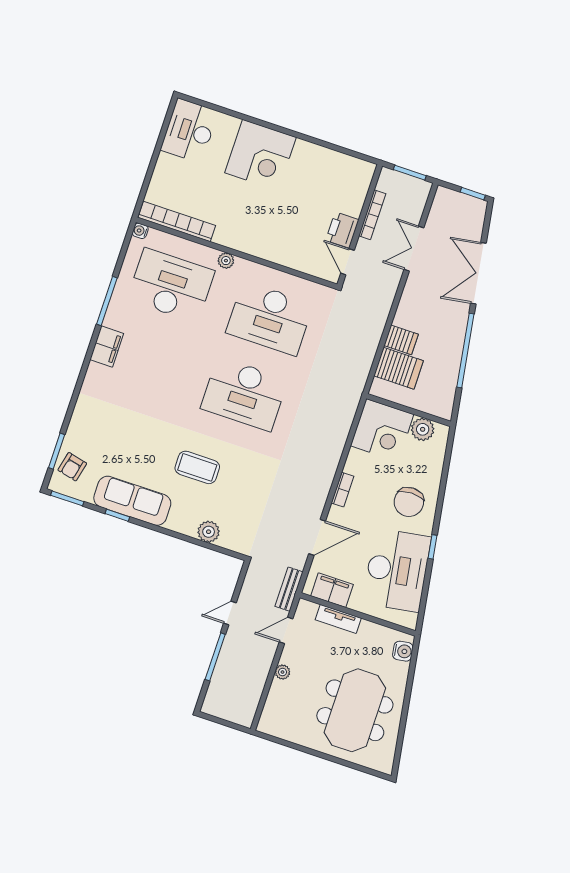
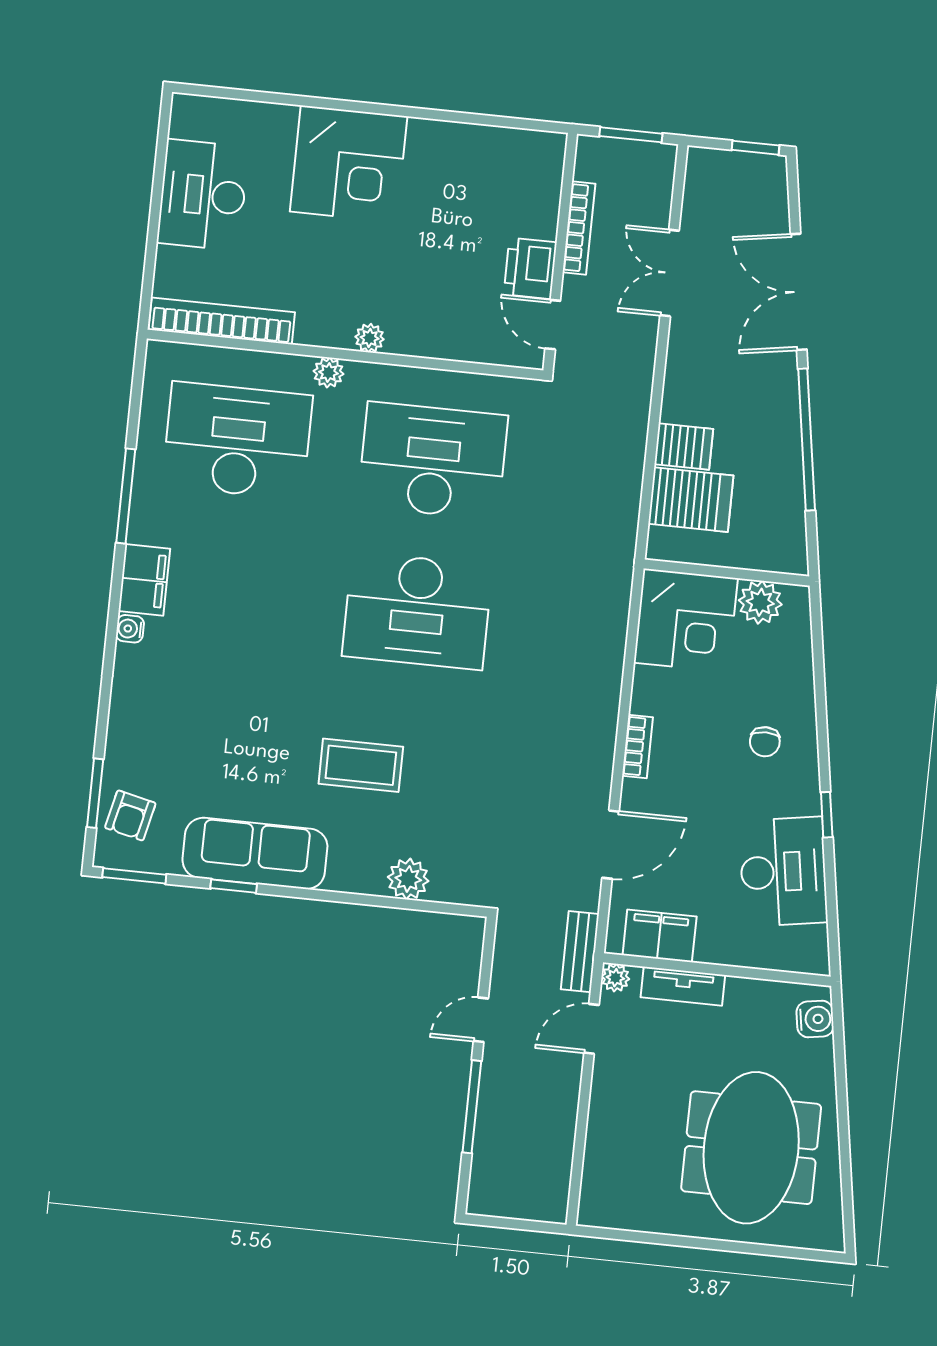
desk: (189, 131) -> (203, 195), moved
water cooler: (140, 231) -> (130, 629), moved
plant: (251, 247) -> (370, 338), added
desk: (270, 318) -> (433, 461), turned 180
chair: (409, 502) -> (765, 742), width x0.54, depth x0.54
desk: (397, 570) -> (783, 872), width x0.73, depth x0.77
plant: (282, 672) -> (615, 978), moved

